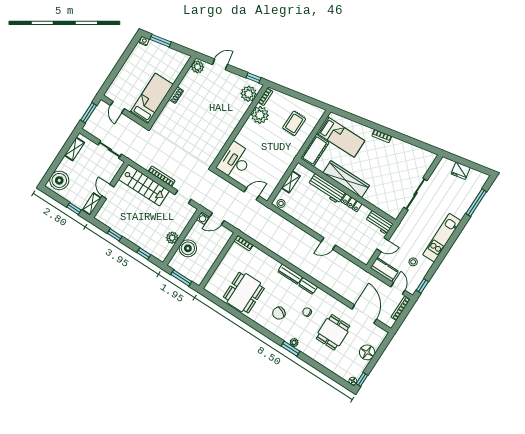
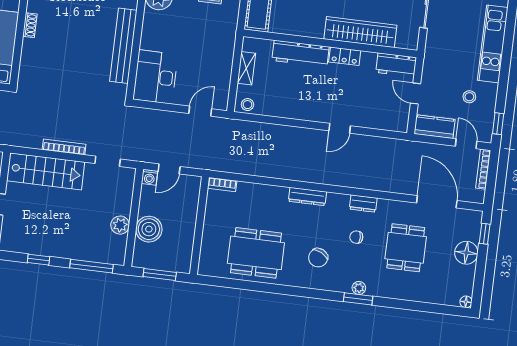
bench: (225, 134) -> (123, 46), added
wardrobe: (346, 179) -> (360, 32), moved
door: (383, 245) -> (416, 93), swing flipped
window: (144, 254) -> (91, 266), width x2.17
dresser: (308, 286) -> (363, 204), moved
dining table: (244, 293) -> (256, 253), turned 90
window: (362, 379) -> (485, 234), moved

